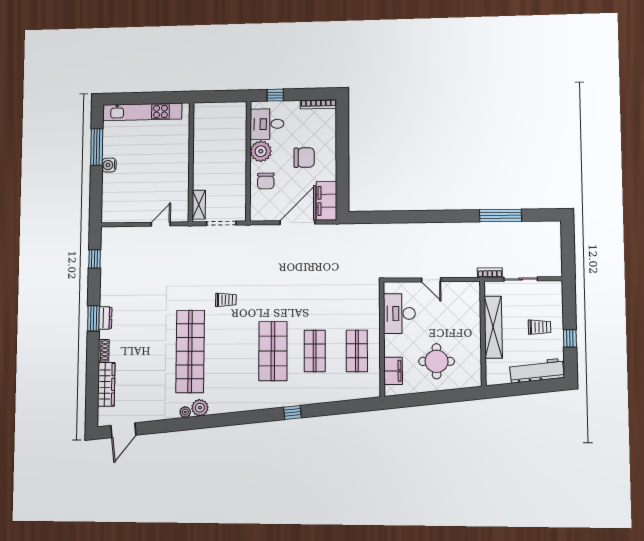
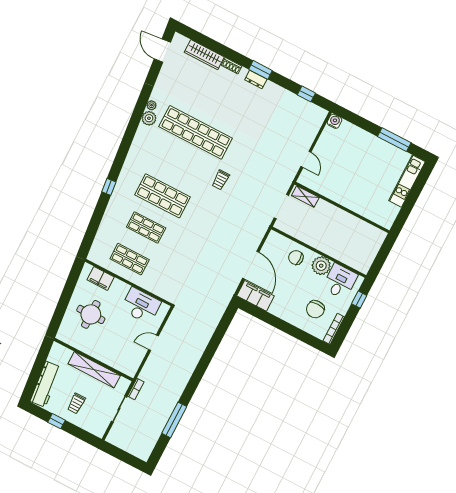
kitchen unit: (142, 112) -> (407, 181), width x0.73
chair: (304, 158) -> (315, 309), moved
water cooler: (109, 165) -> (335, 121), moved

